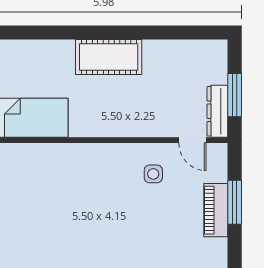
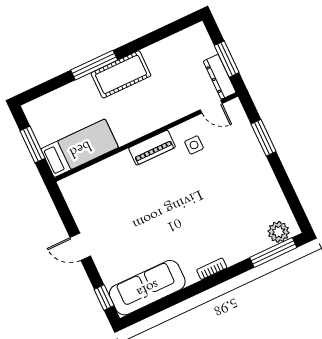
window: (84, 33) -> (94, 65), added
piano: (216, 210) -> (152, 148), moved, turned -90

